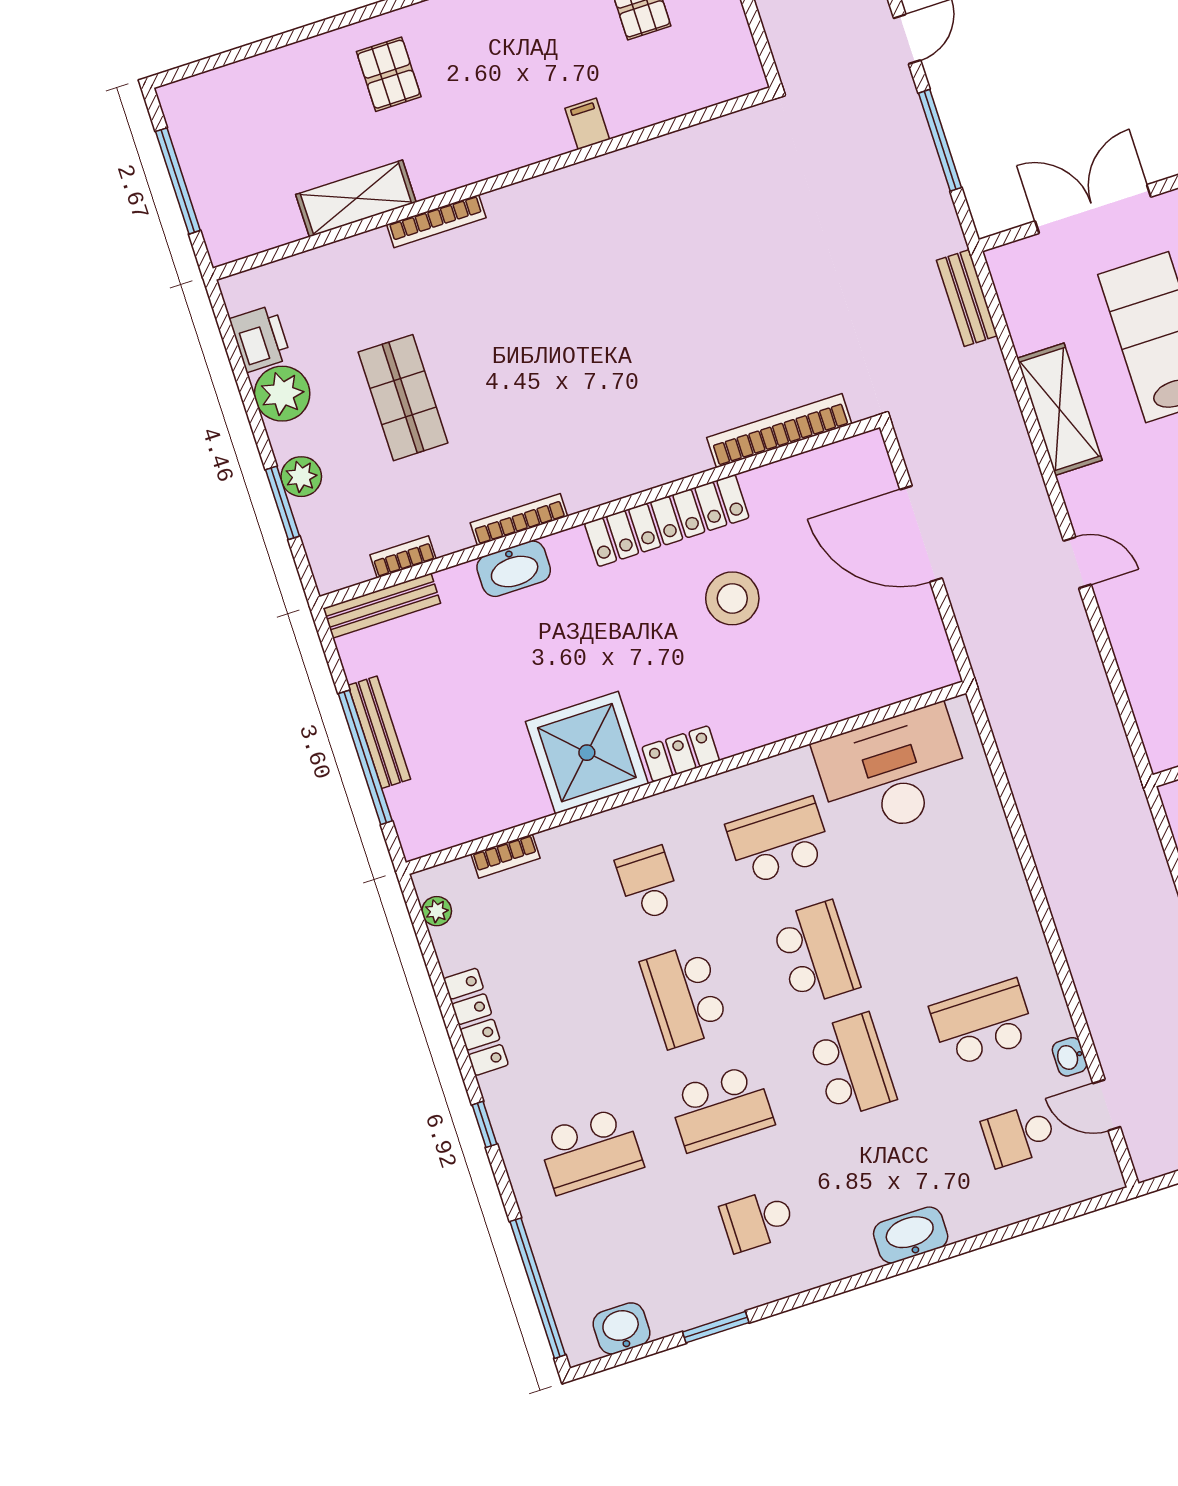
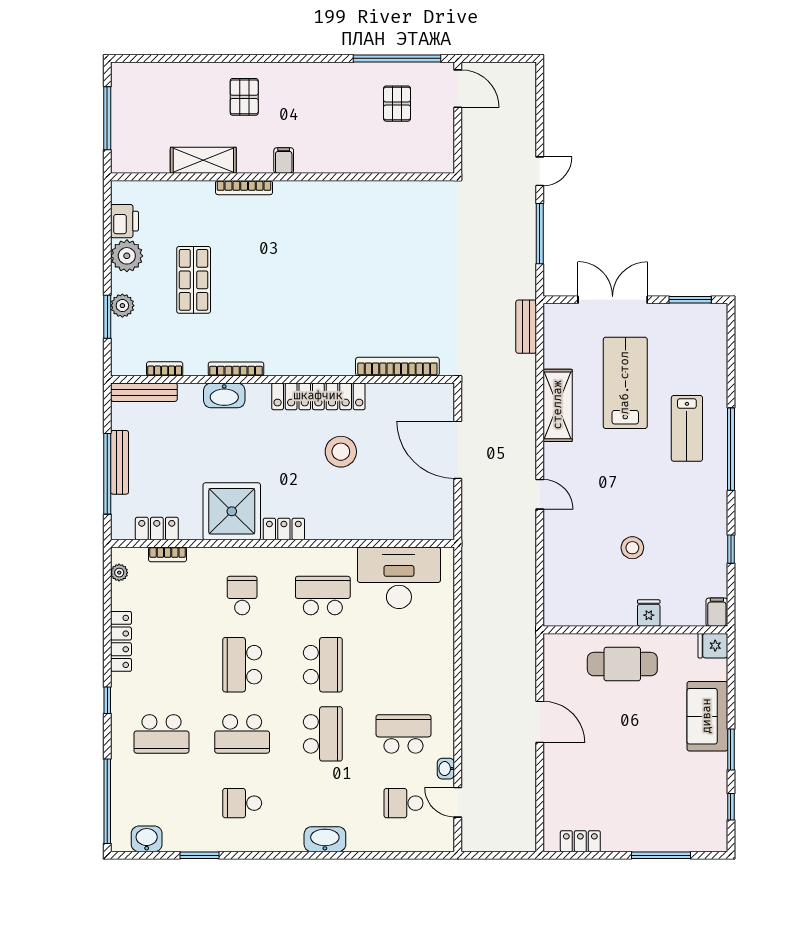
filing cabinet: (587, 124) -> (284, 161), moved
locker: (474, 820) -> (157, 529), added

